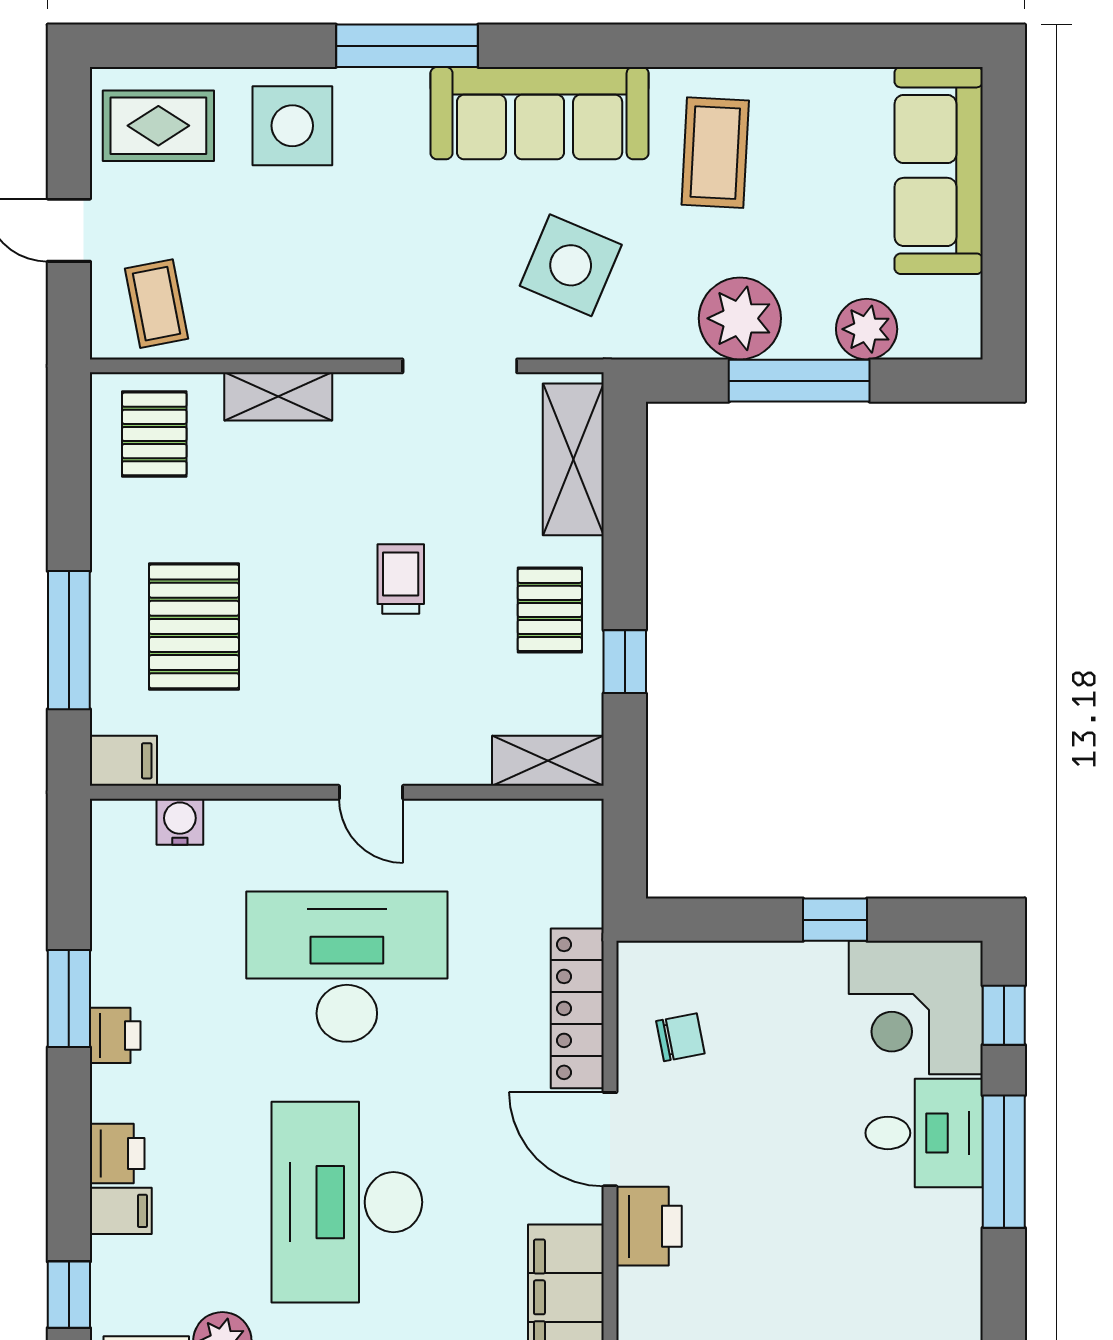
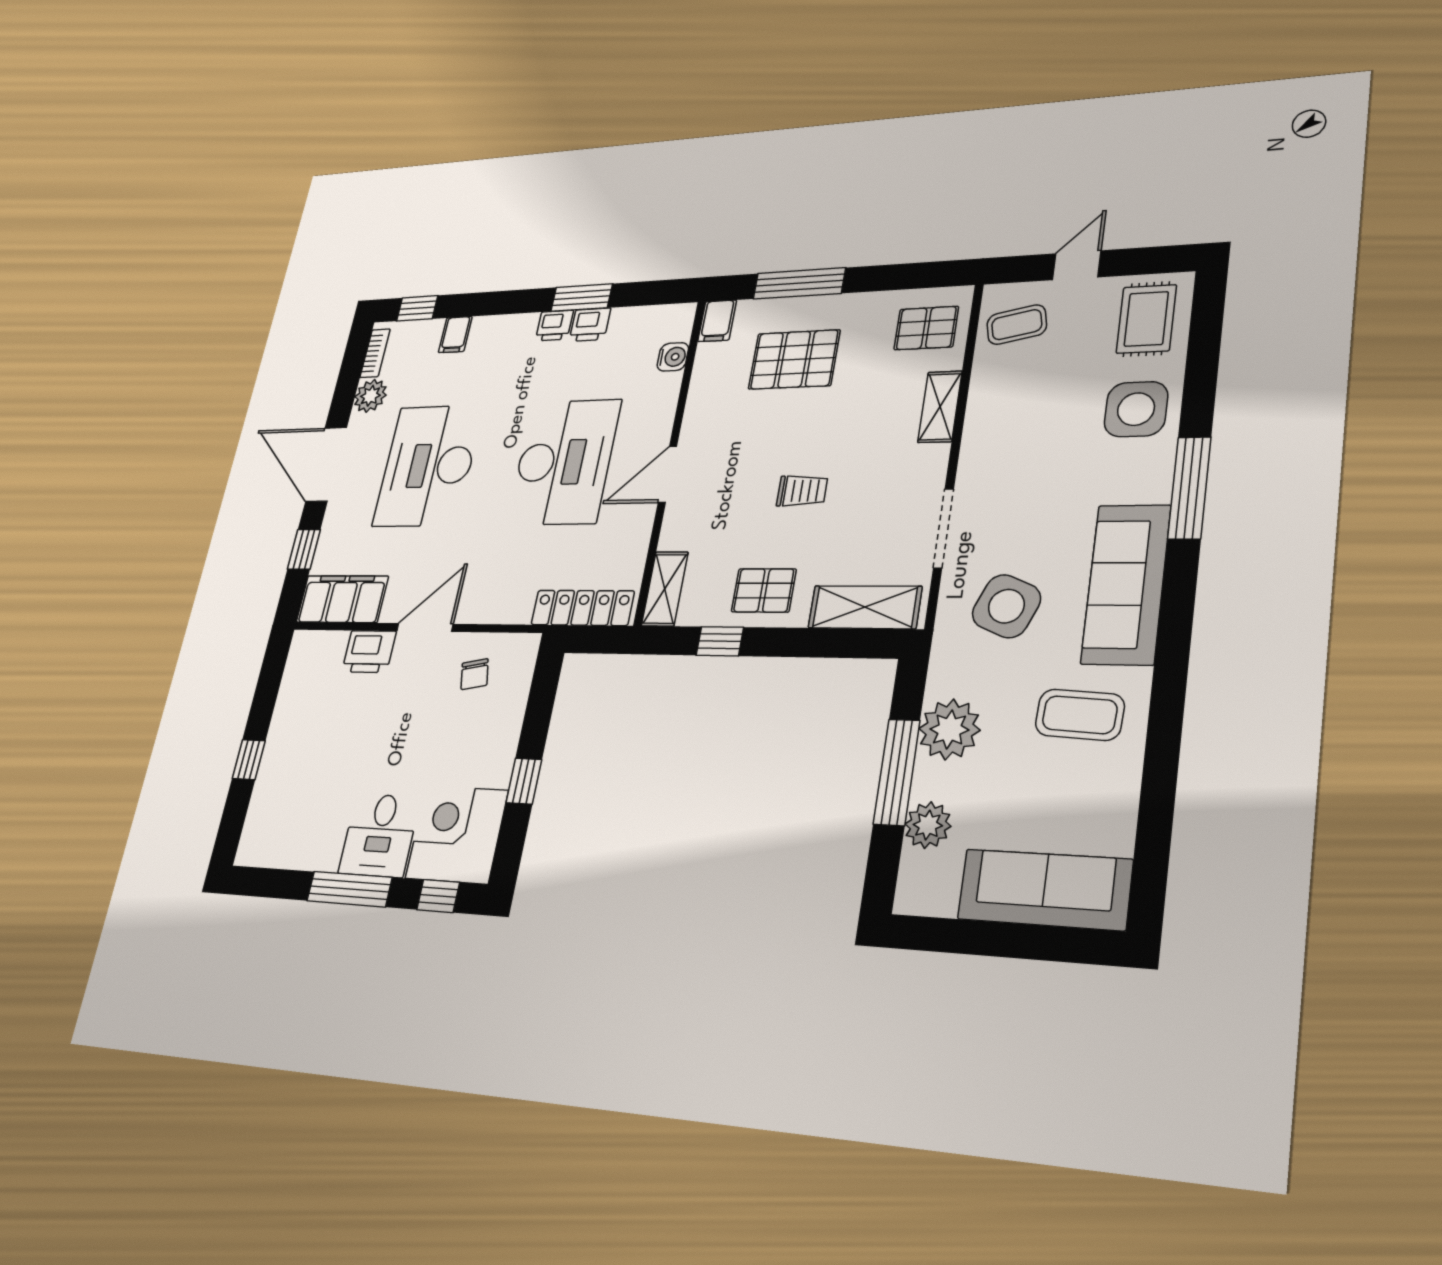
door: (371, 792) -> (667, 474), width x1.38
locker: (577, 1008) -> (583, 608), moved
printer: (117, 1154) -> (590, 325), moved
desk: (347, 1202) -> (428, 466), turned -90

